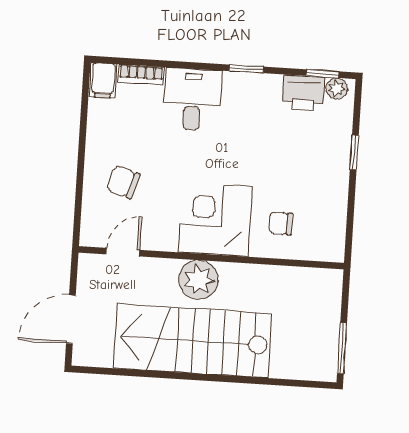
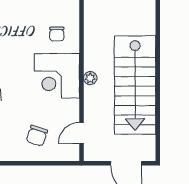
door: (123, 252) -> (81, 133), hinge flipped
plant: (199, 280) -> (90, 78), width x0.53, depth x0.53

